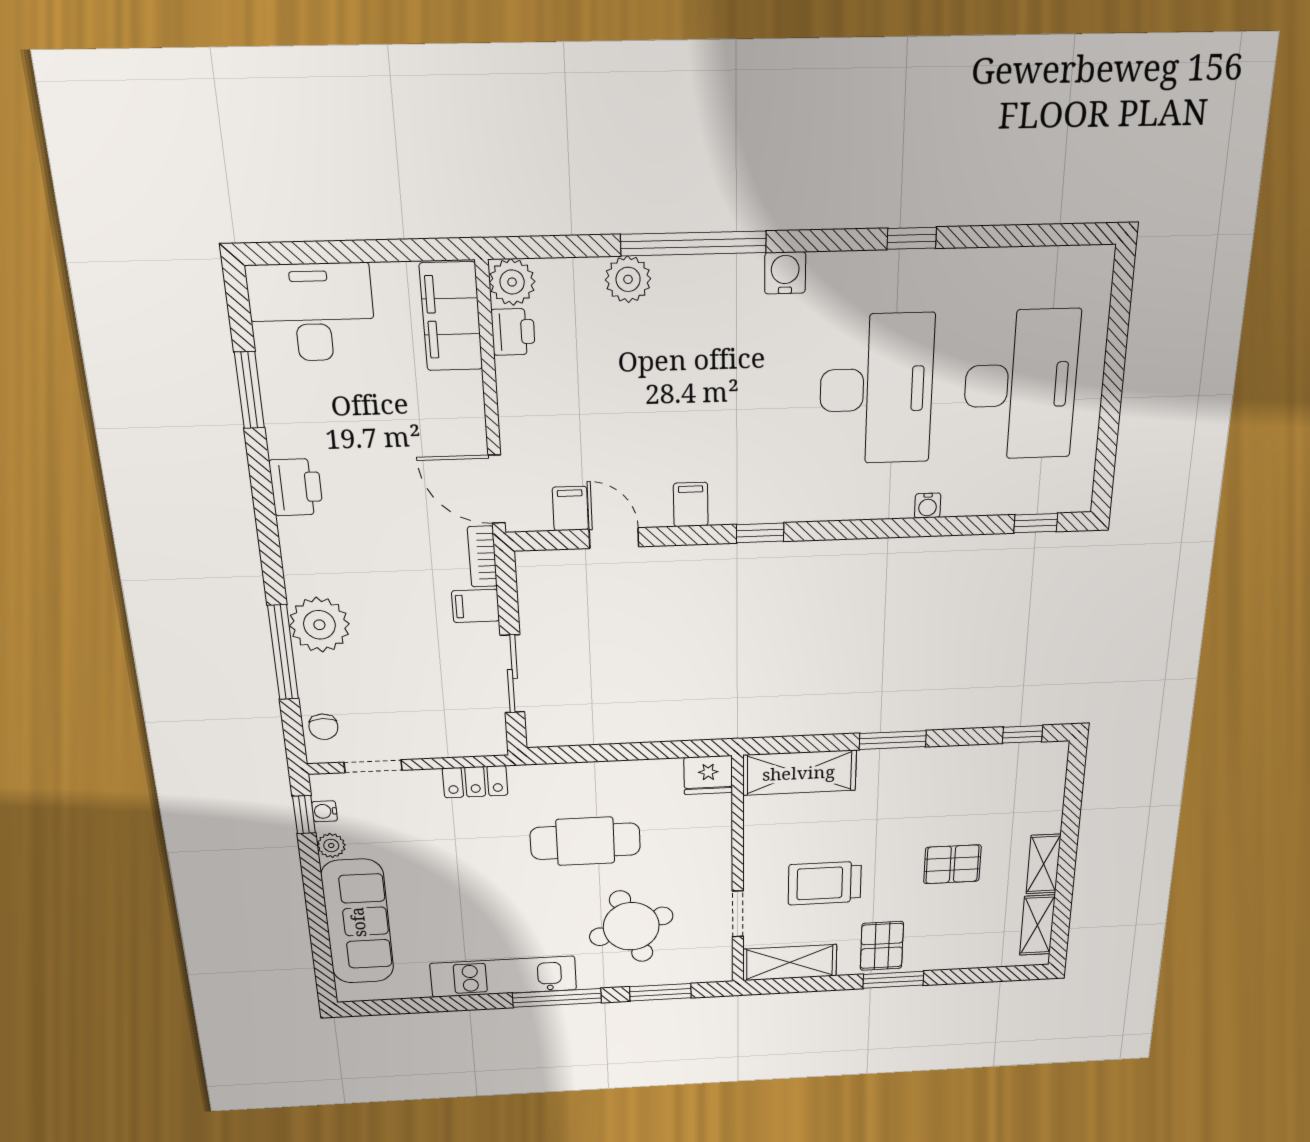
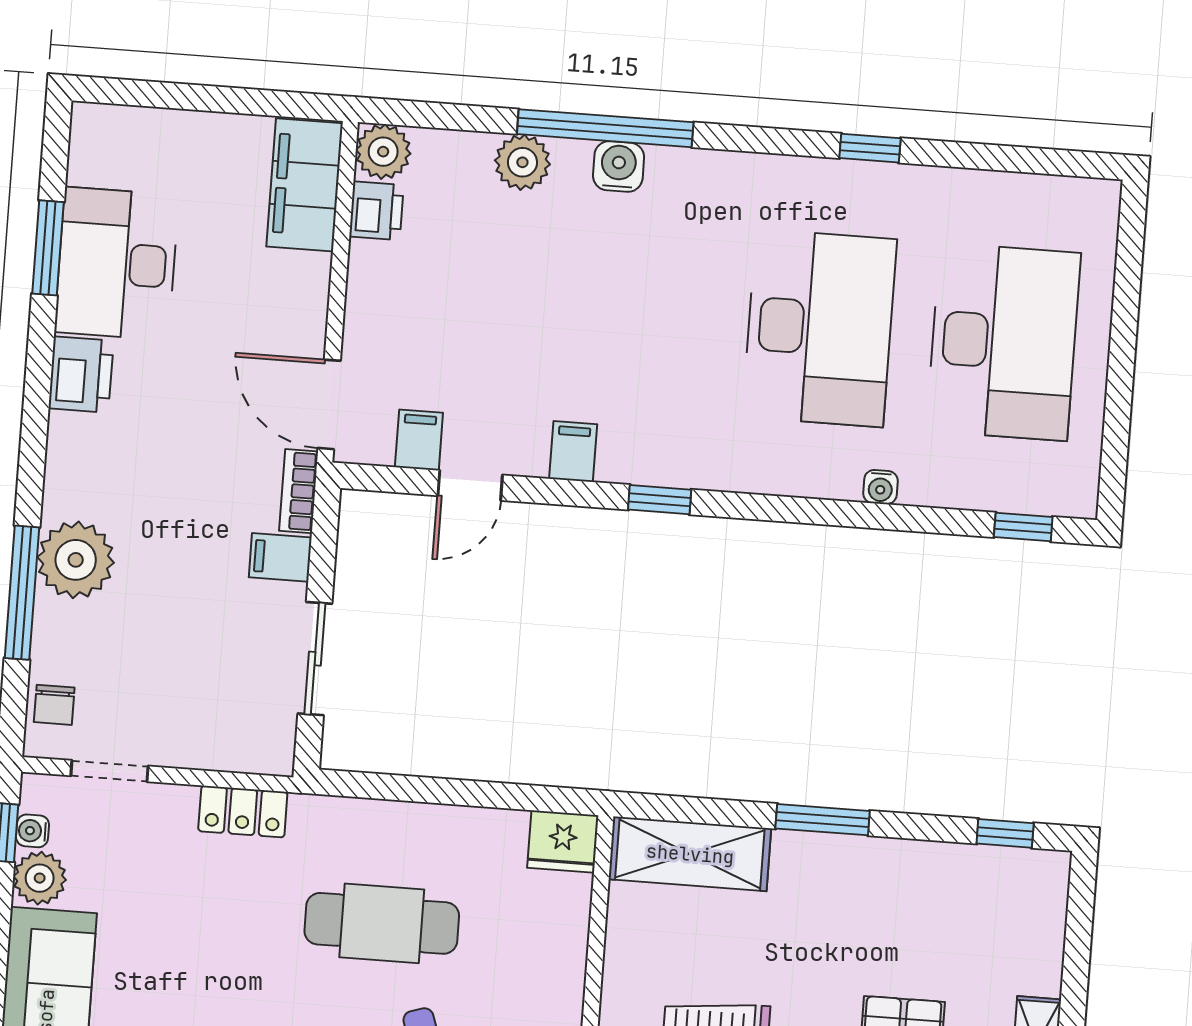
water cooler: (785, 273) -> (619, 166), moved
desk: (312, 312) -> (117, 264), moved, turned -90
door: (614, 538) -> (470, 485), swing flipped
plant: (331, 845) -> (40, 878), width x1.38, depth x1.38

